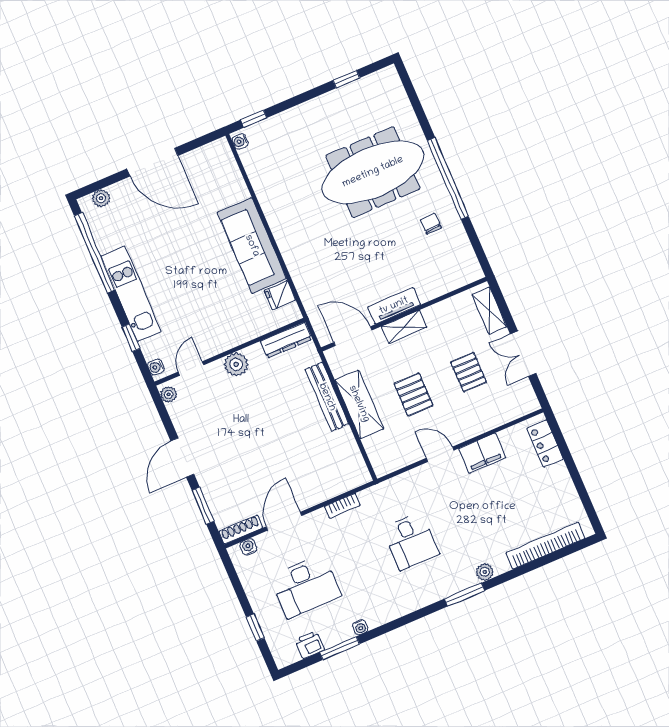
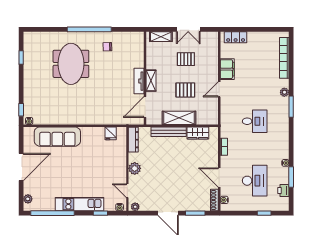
meeting table: (373, 172) -> (71, 64), width x0.73
sofa: (252, 246) -> (57, 137), moved
wardrobe: (347, 449) -> (198, 133), added

